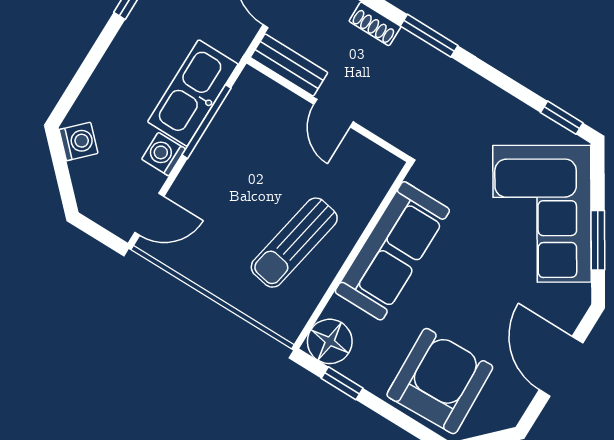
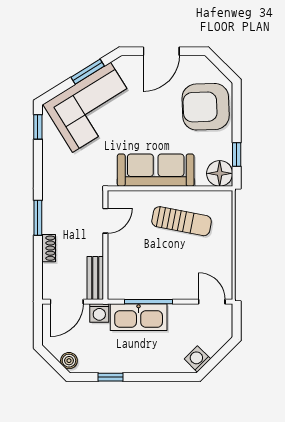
door: (333, 113) -> (105, 221), moved
washing machine: (164, 154) -> (99, 313), moved

